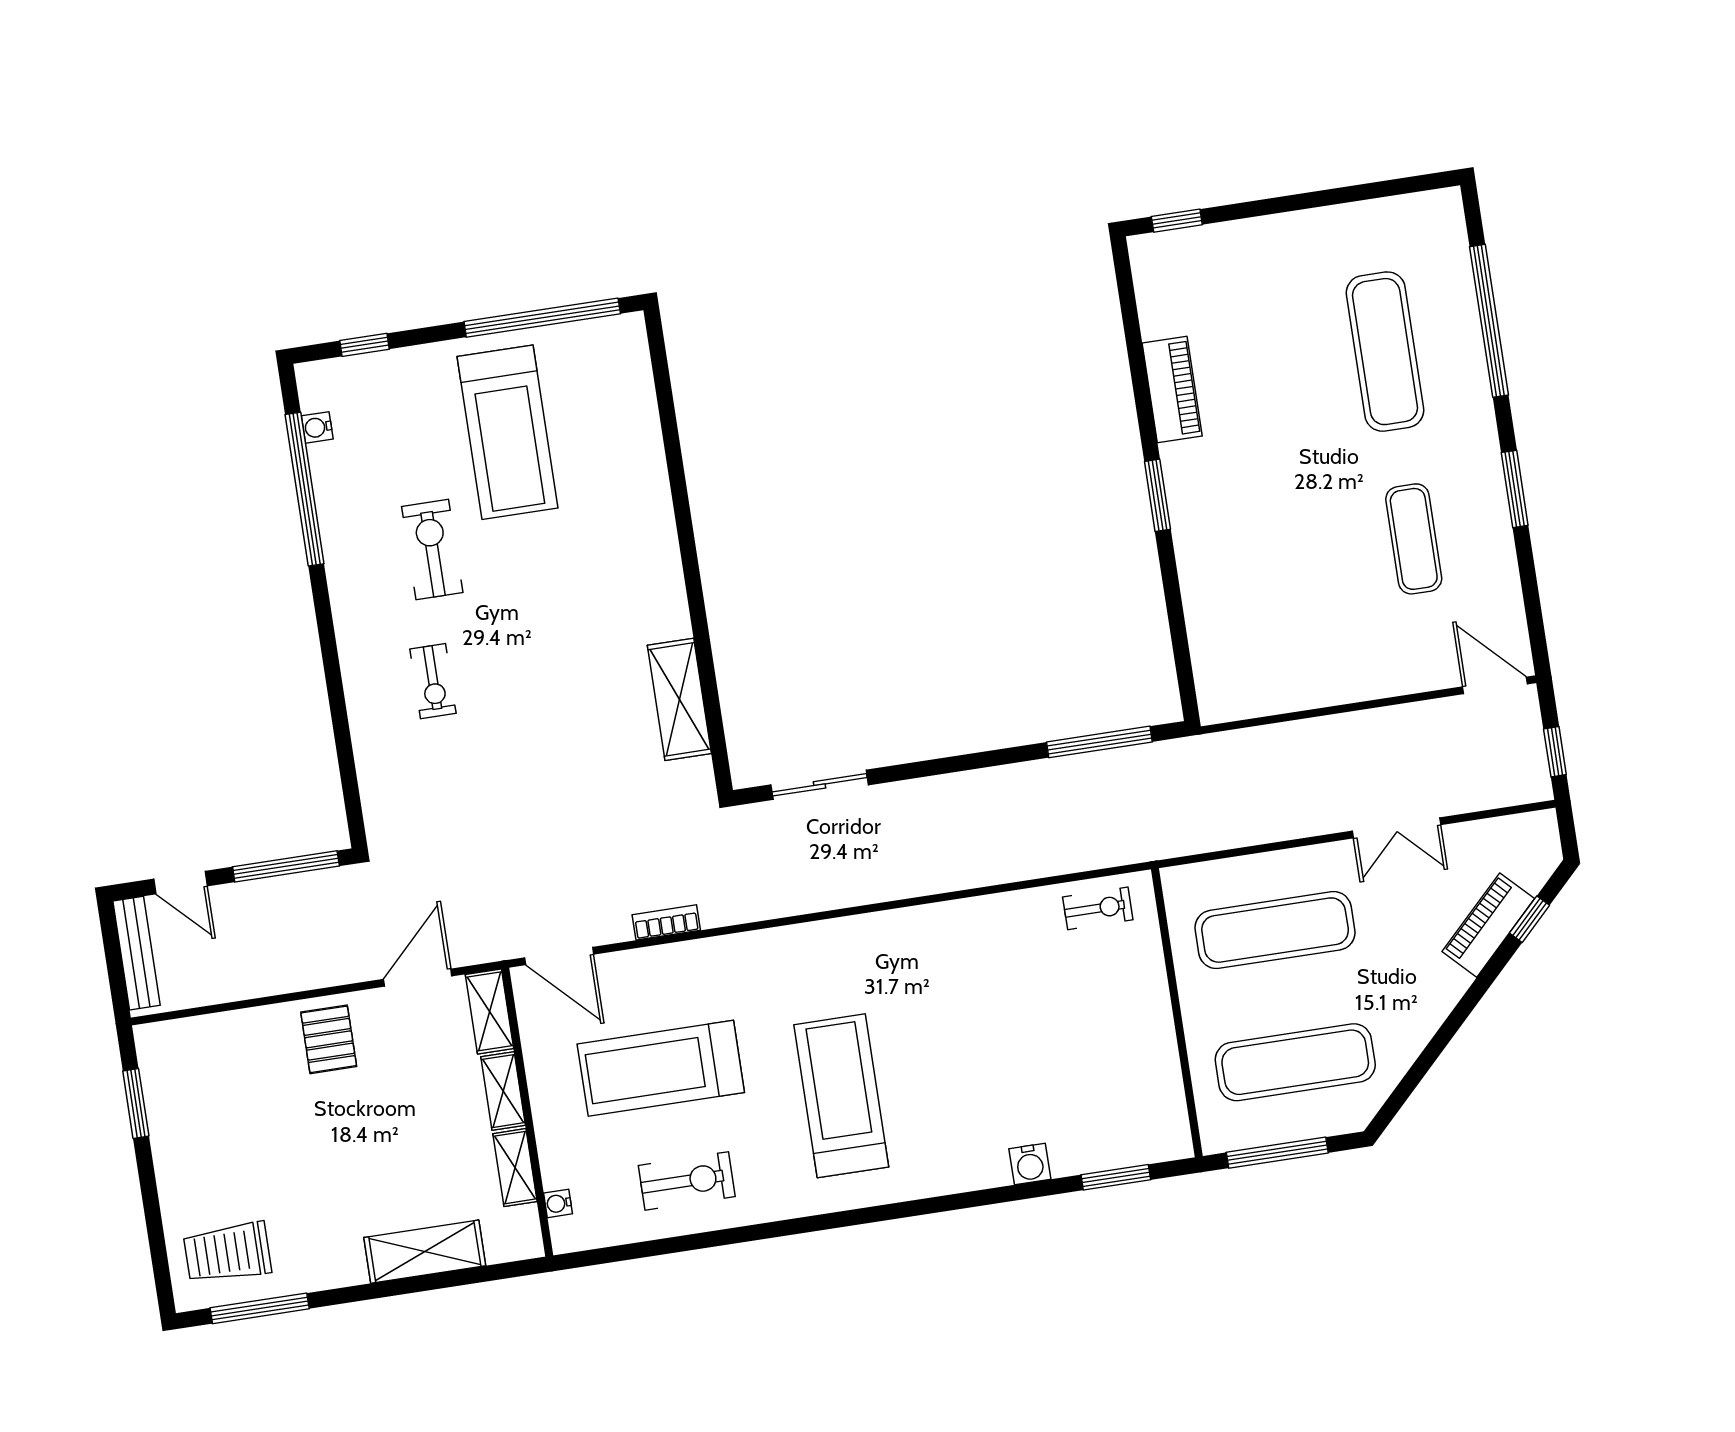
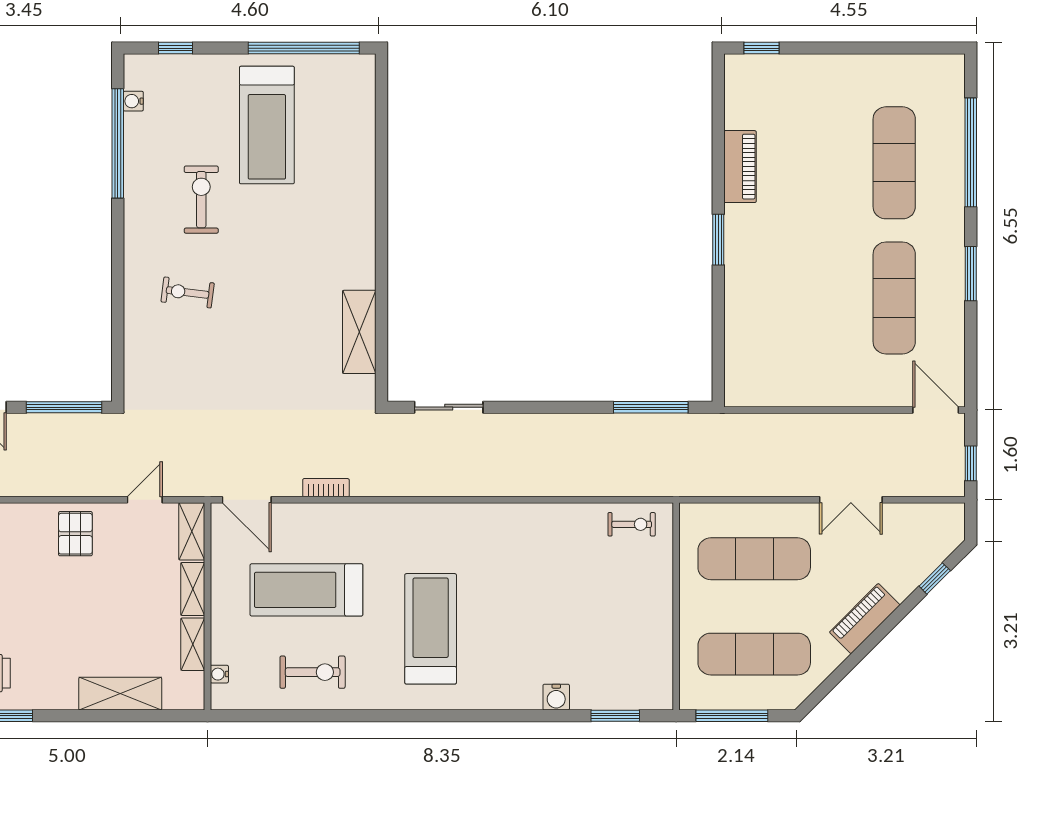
exercise mat: (1414, 539) -> (894, 298), width x1.36, depth x1.45
exercise bike: (433, 681) -> (188, 292), turned 97
piano: (1488, 925) -> (865, 619), moved
door: (418, 978) -> (145, 500), width x0.73

